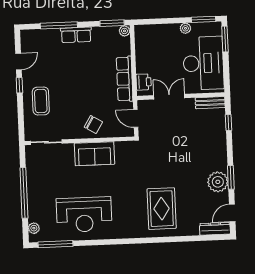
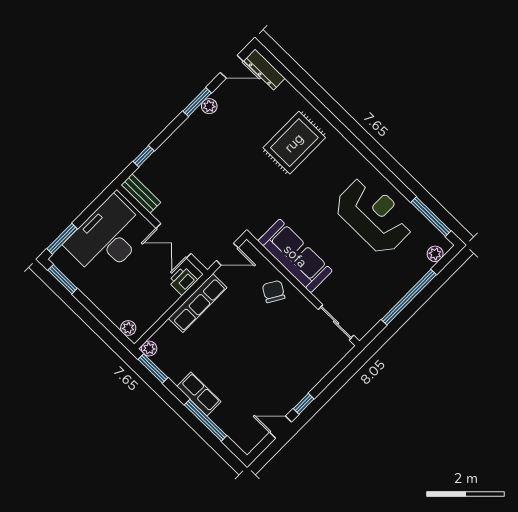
plant: (185, 28) -> (128, 328), moved
coffee table: (41, 101) -> (299, 367), removed
door: (136, 118) -> (227, 254), hinge flipped
sofa: (94, 154) -> (295, 256), width x1.36
plant: (218, 182) -> (209, 106), width x0.53, depth x0.53

